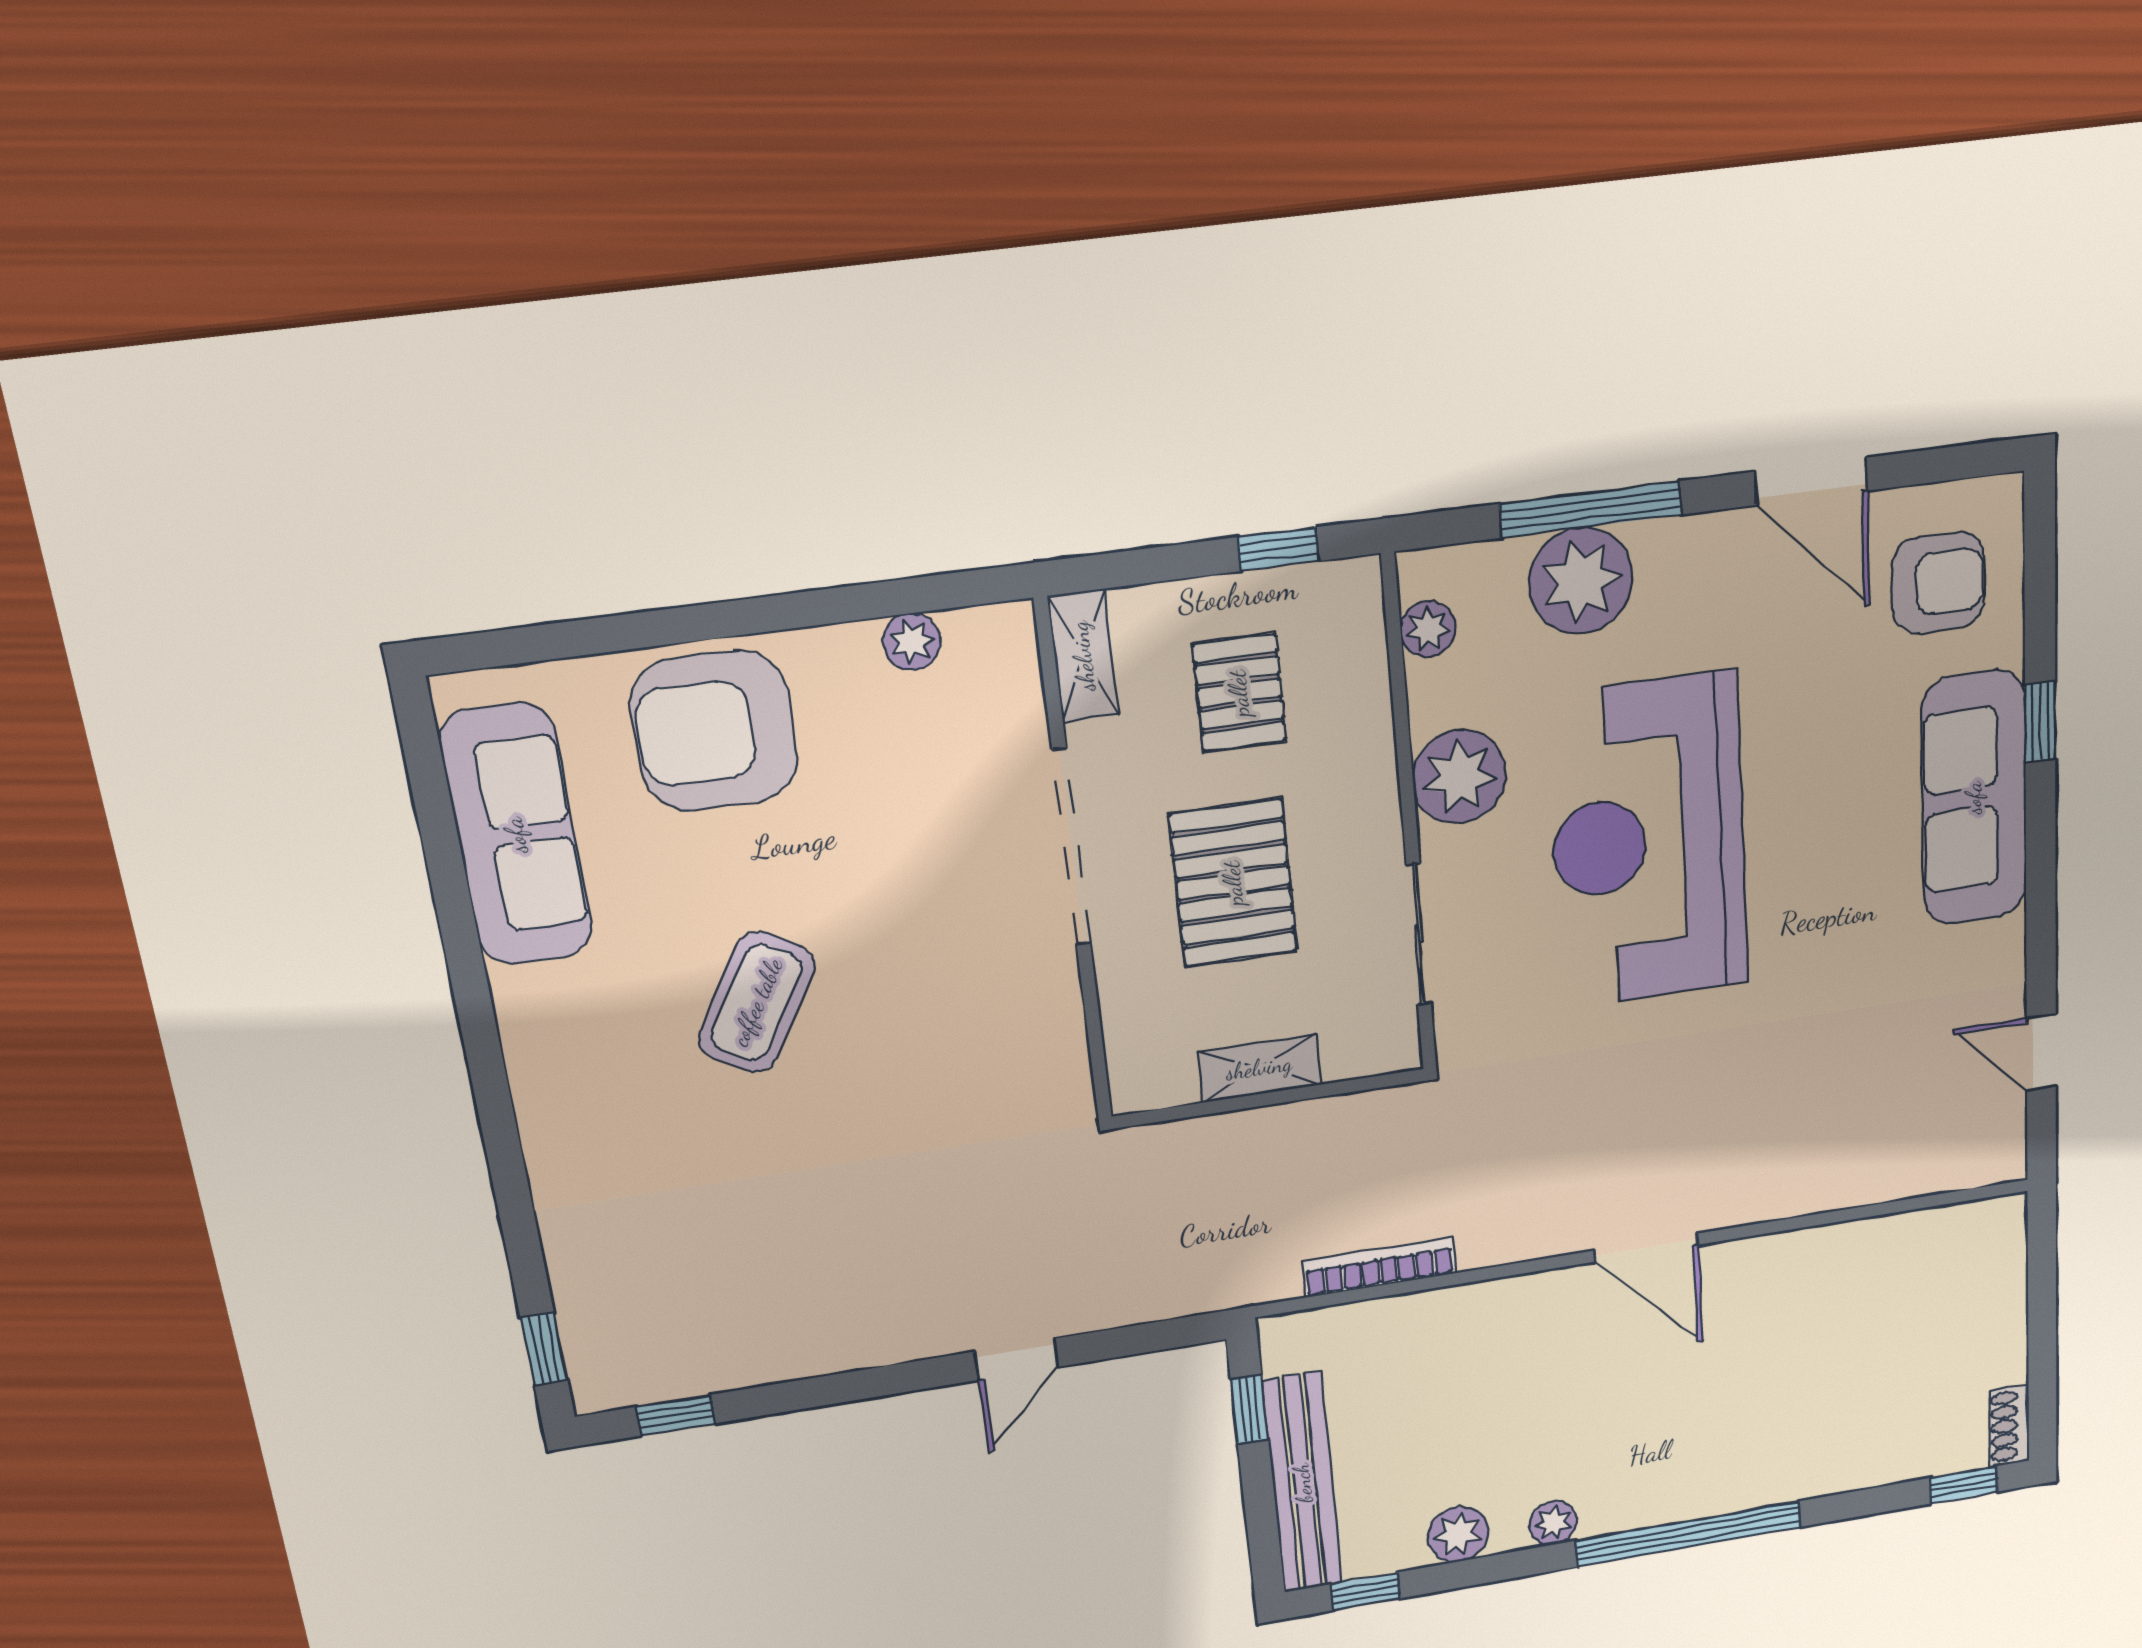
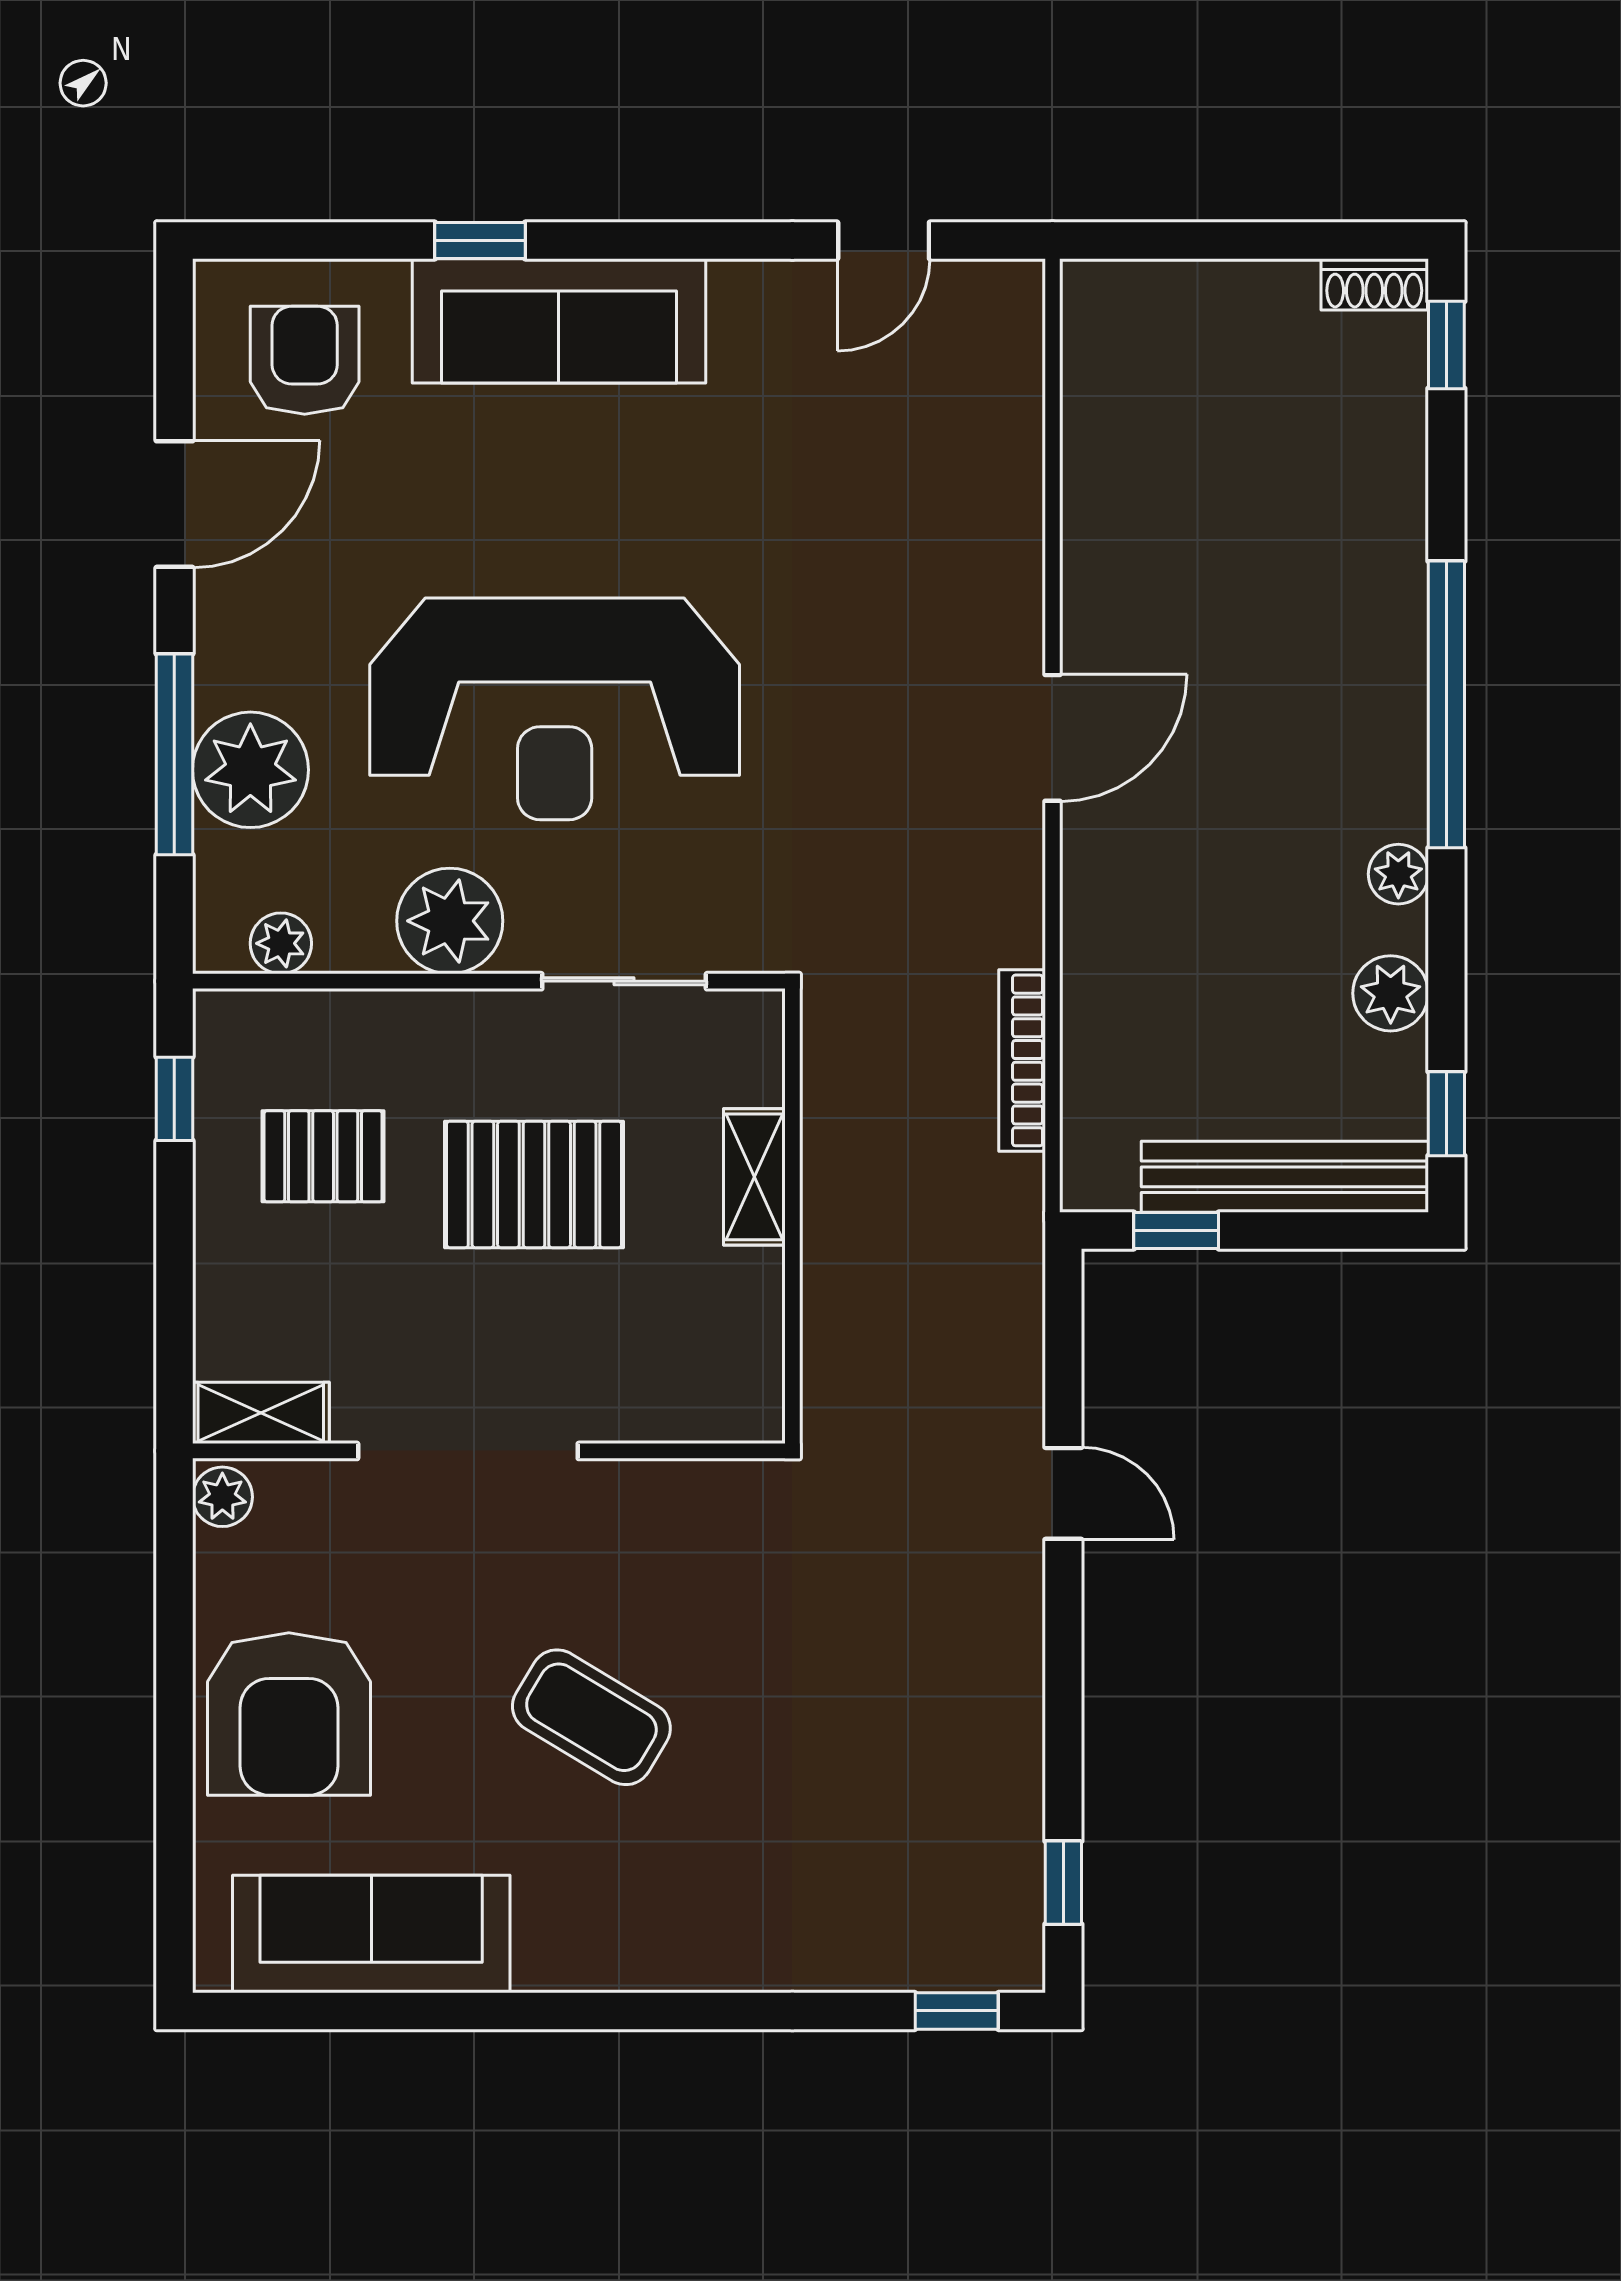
shelving: (1083, 656) -> (261, 1413), moved
doorway: (1071, 847) -> (468, 1451), moved
wall: (1074, 866) -> (489, 1451), moved

